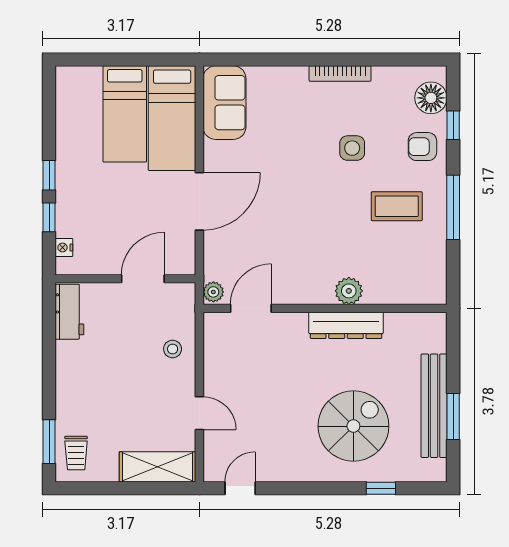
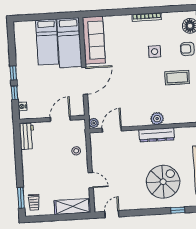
sofa: (224, 103) -> (94, 40), width x1.36

